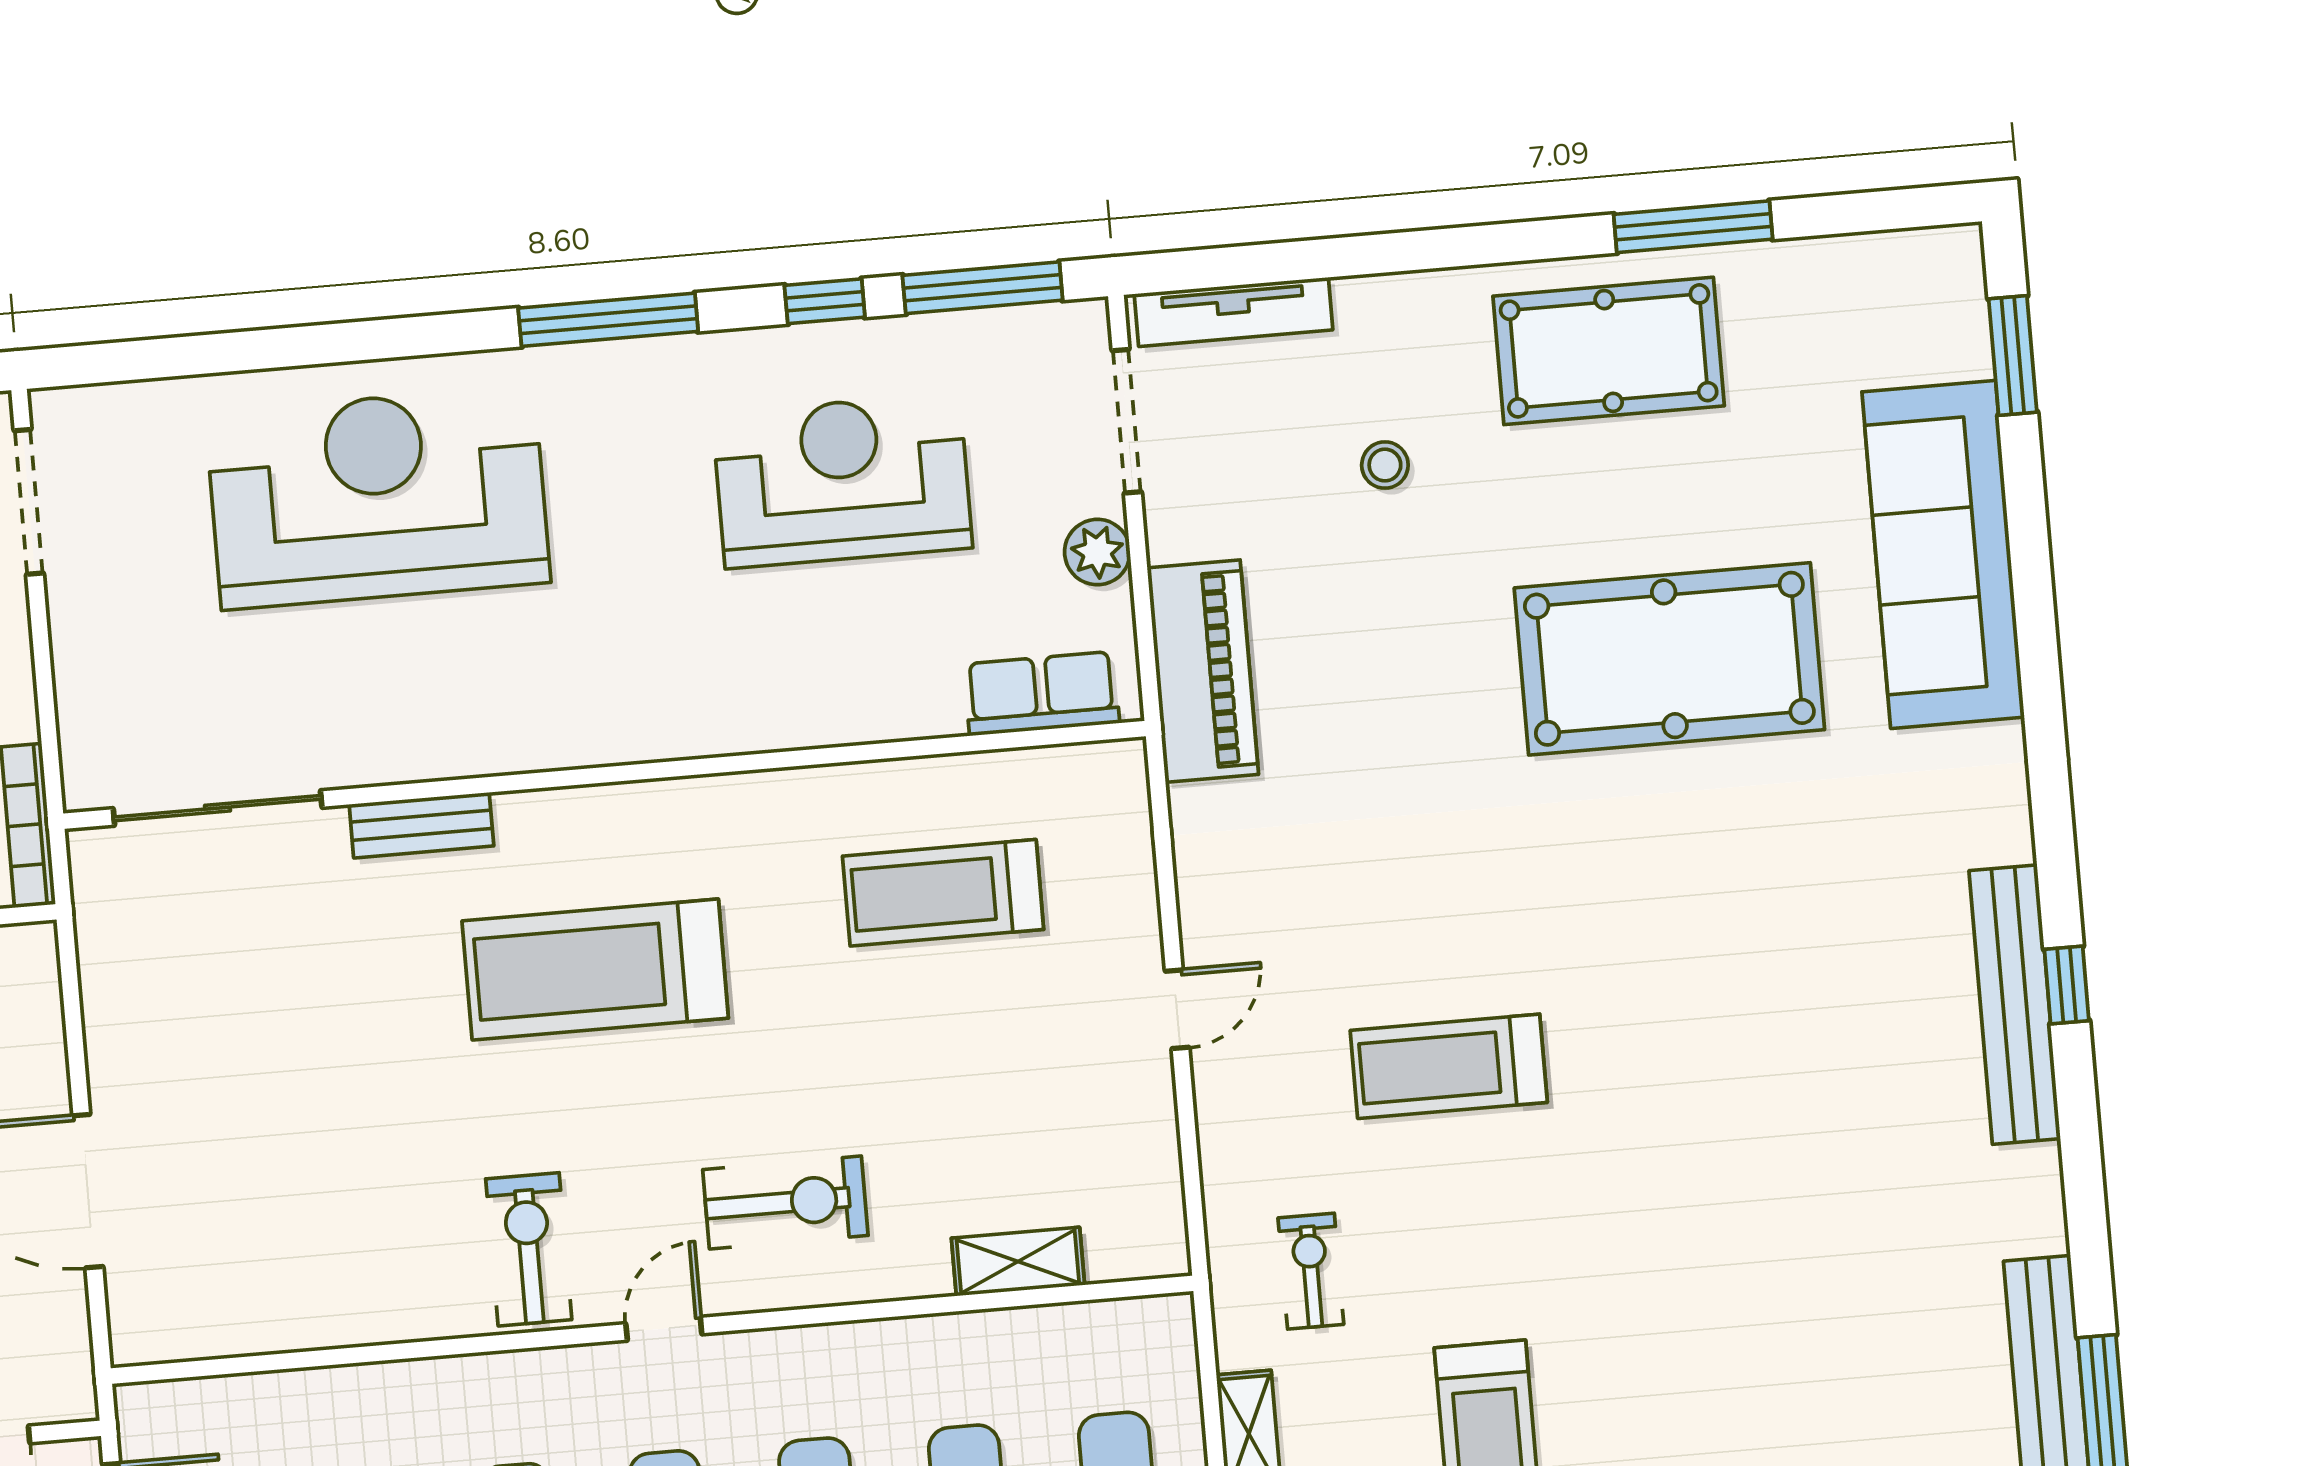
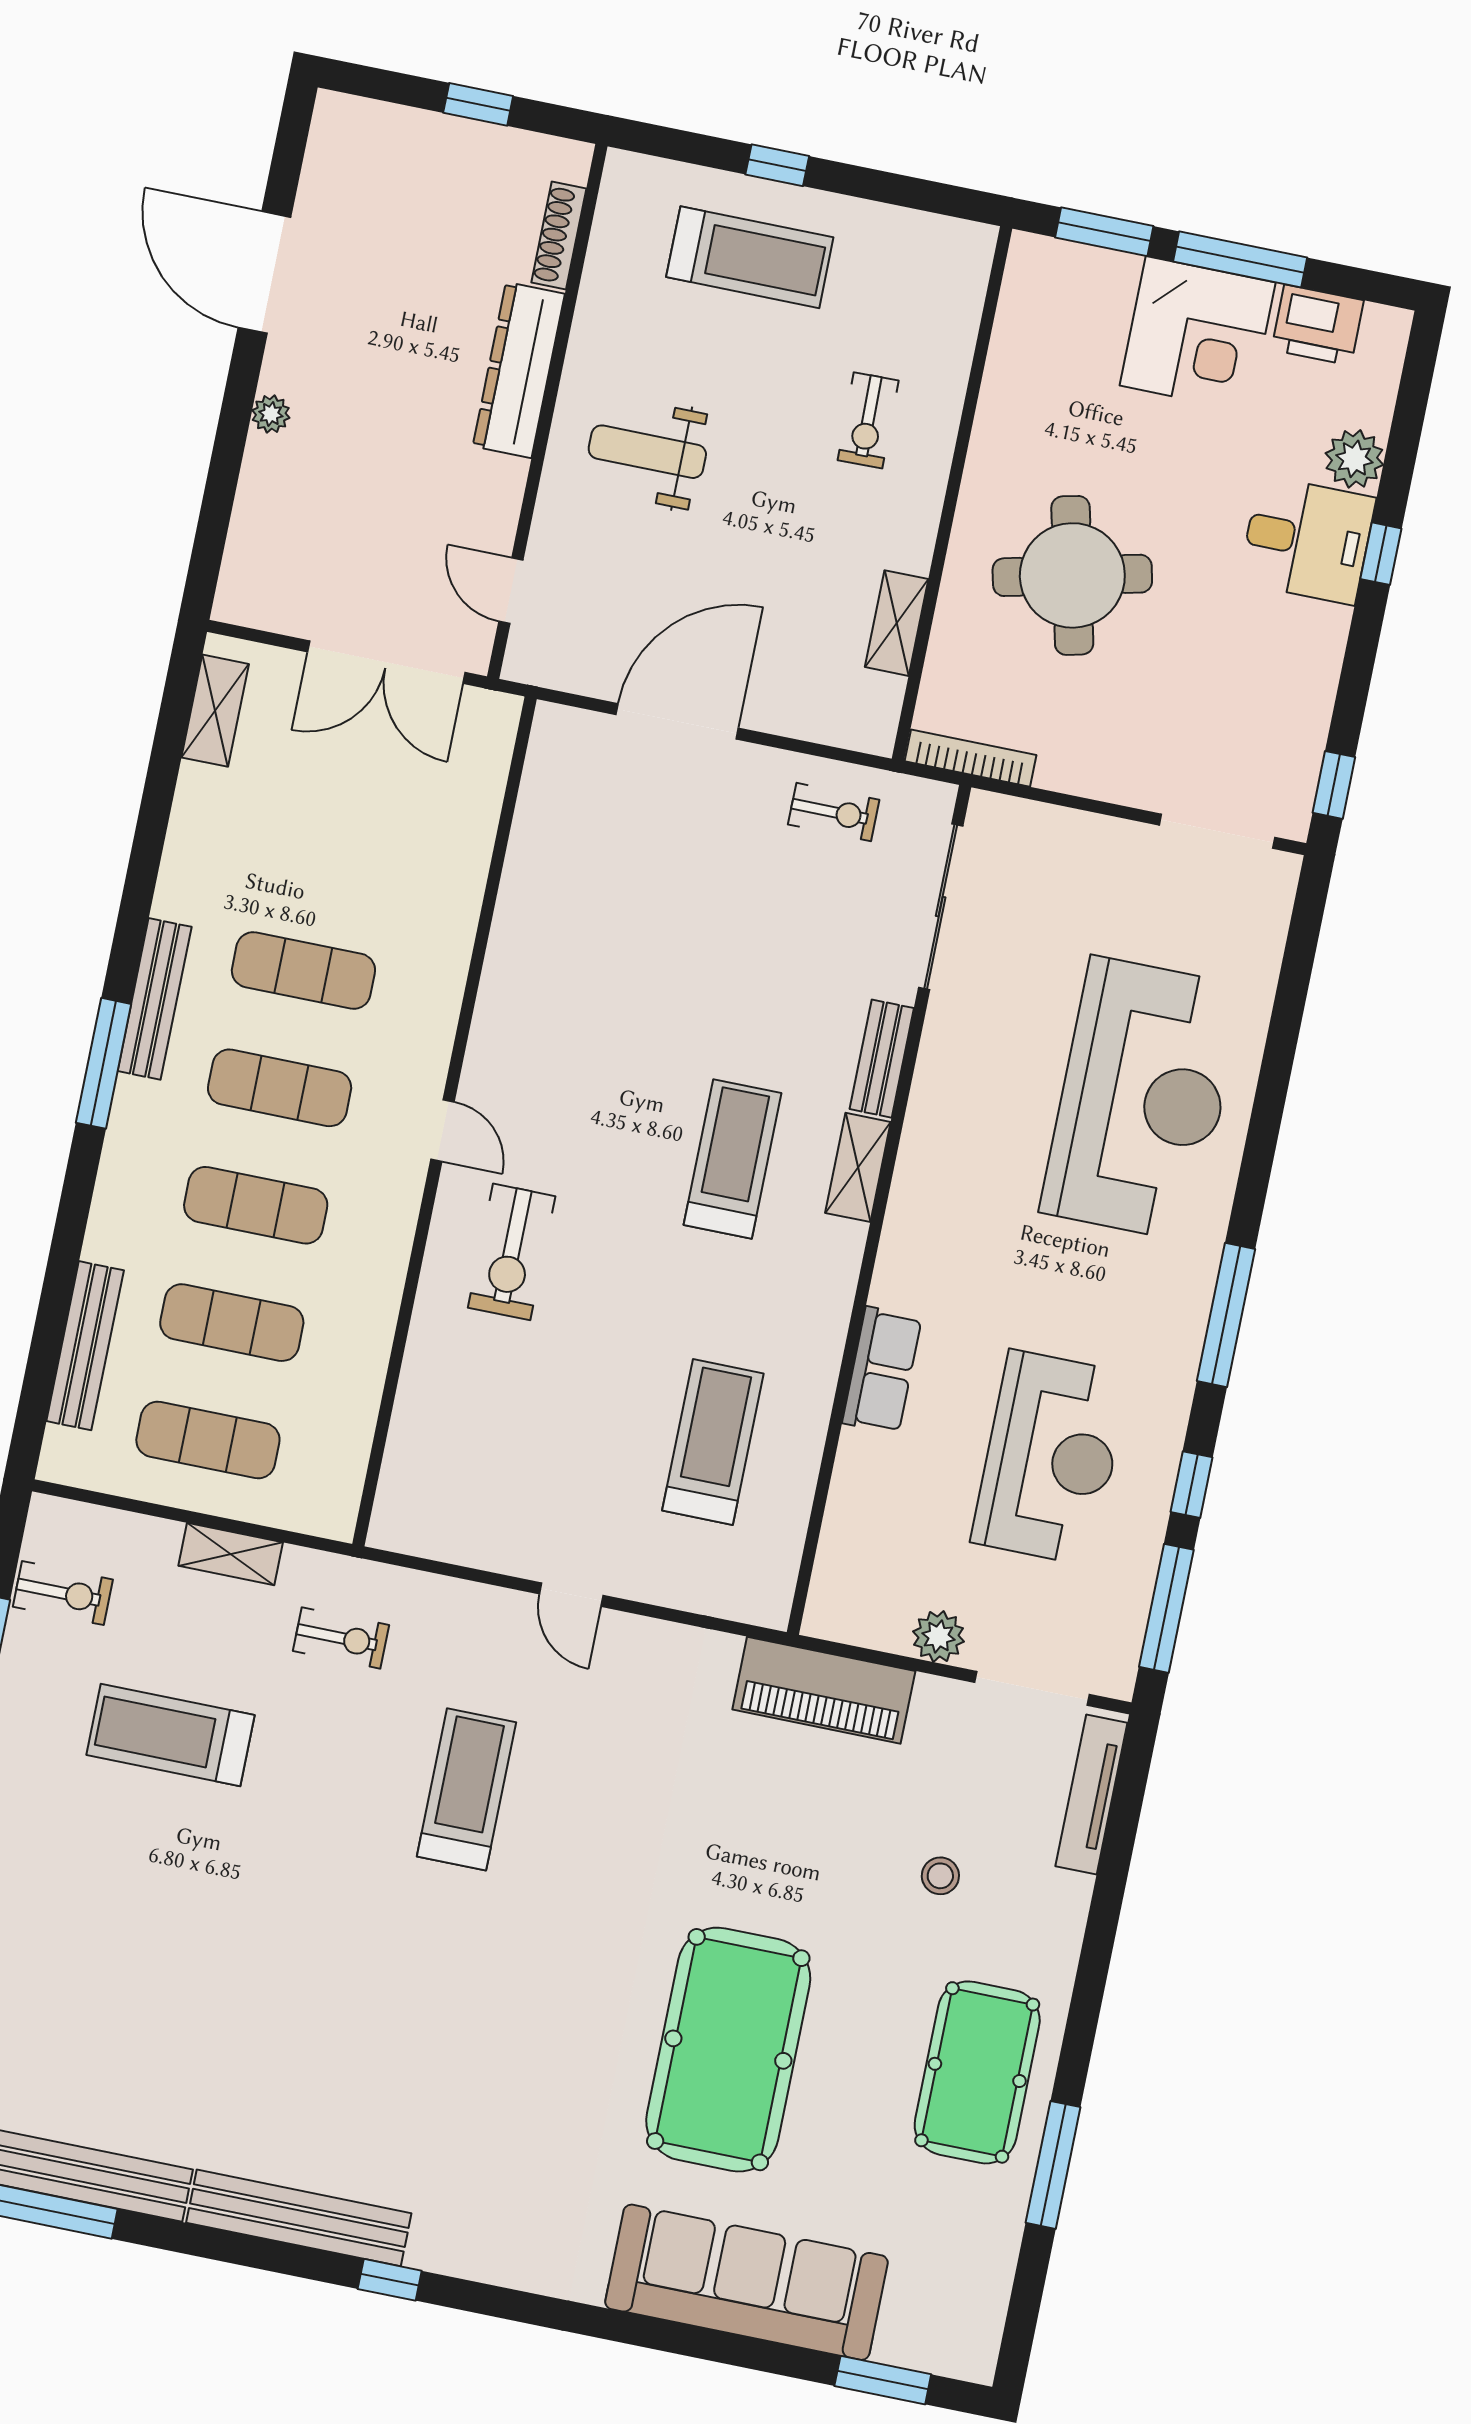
row of seats: (1042, 694) -> (882, 1370), moved
treadmill: (595, 970) -> (732, 1159), width x0.73, depth x0.73
bench: (2015, 1005) -> (299, 2218), moved
exercise bike: (529, 1249) -> (834, 812), moved, width x0.73, depth x0.72
shelving: (1018, 1262) -> (858, 1167), moved

